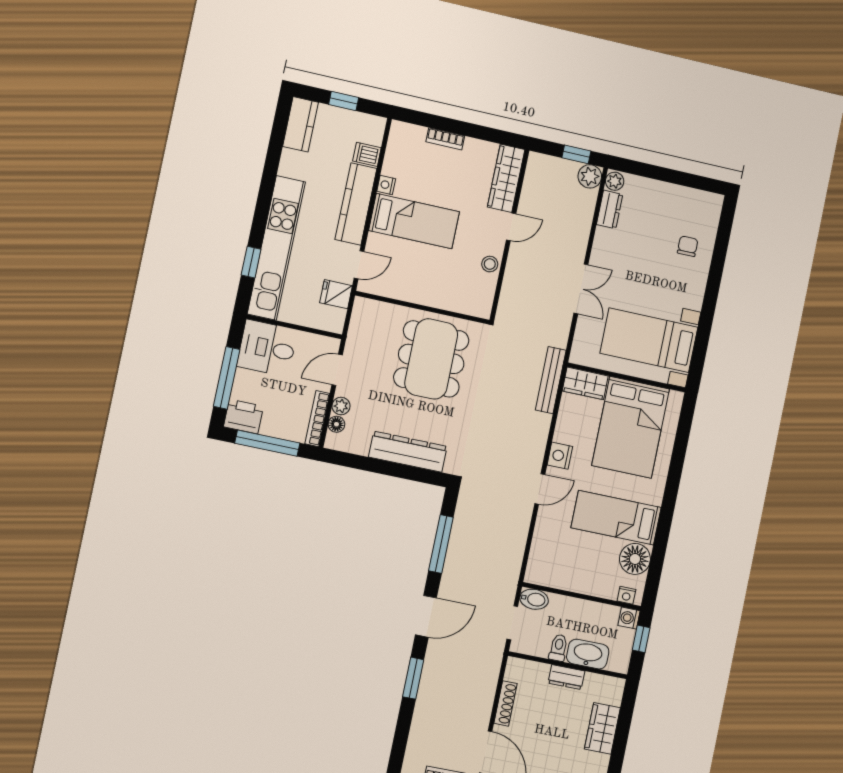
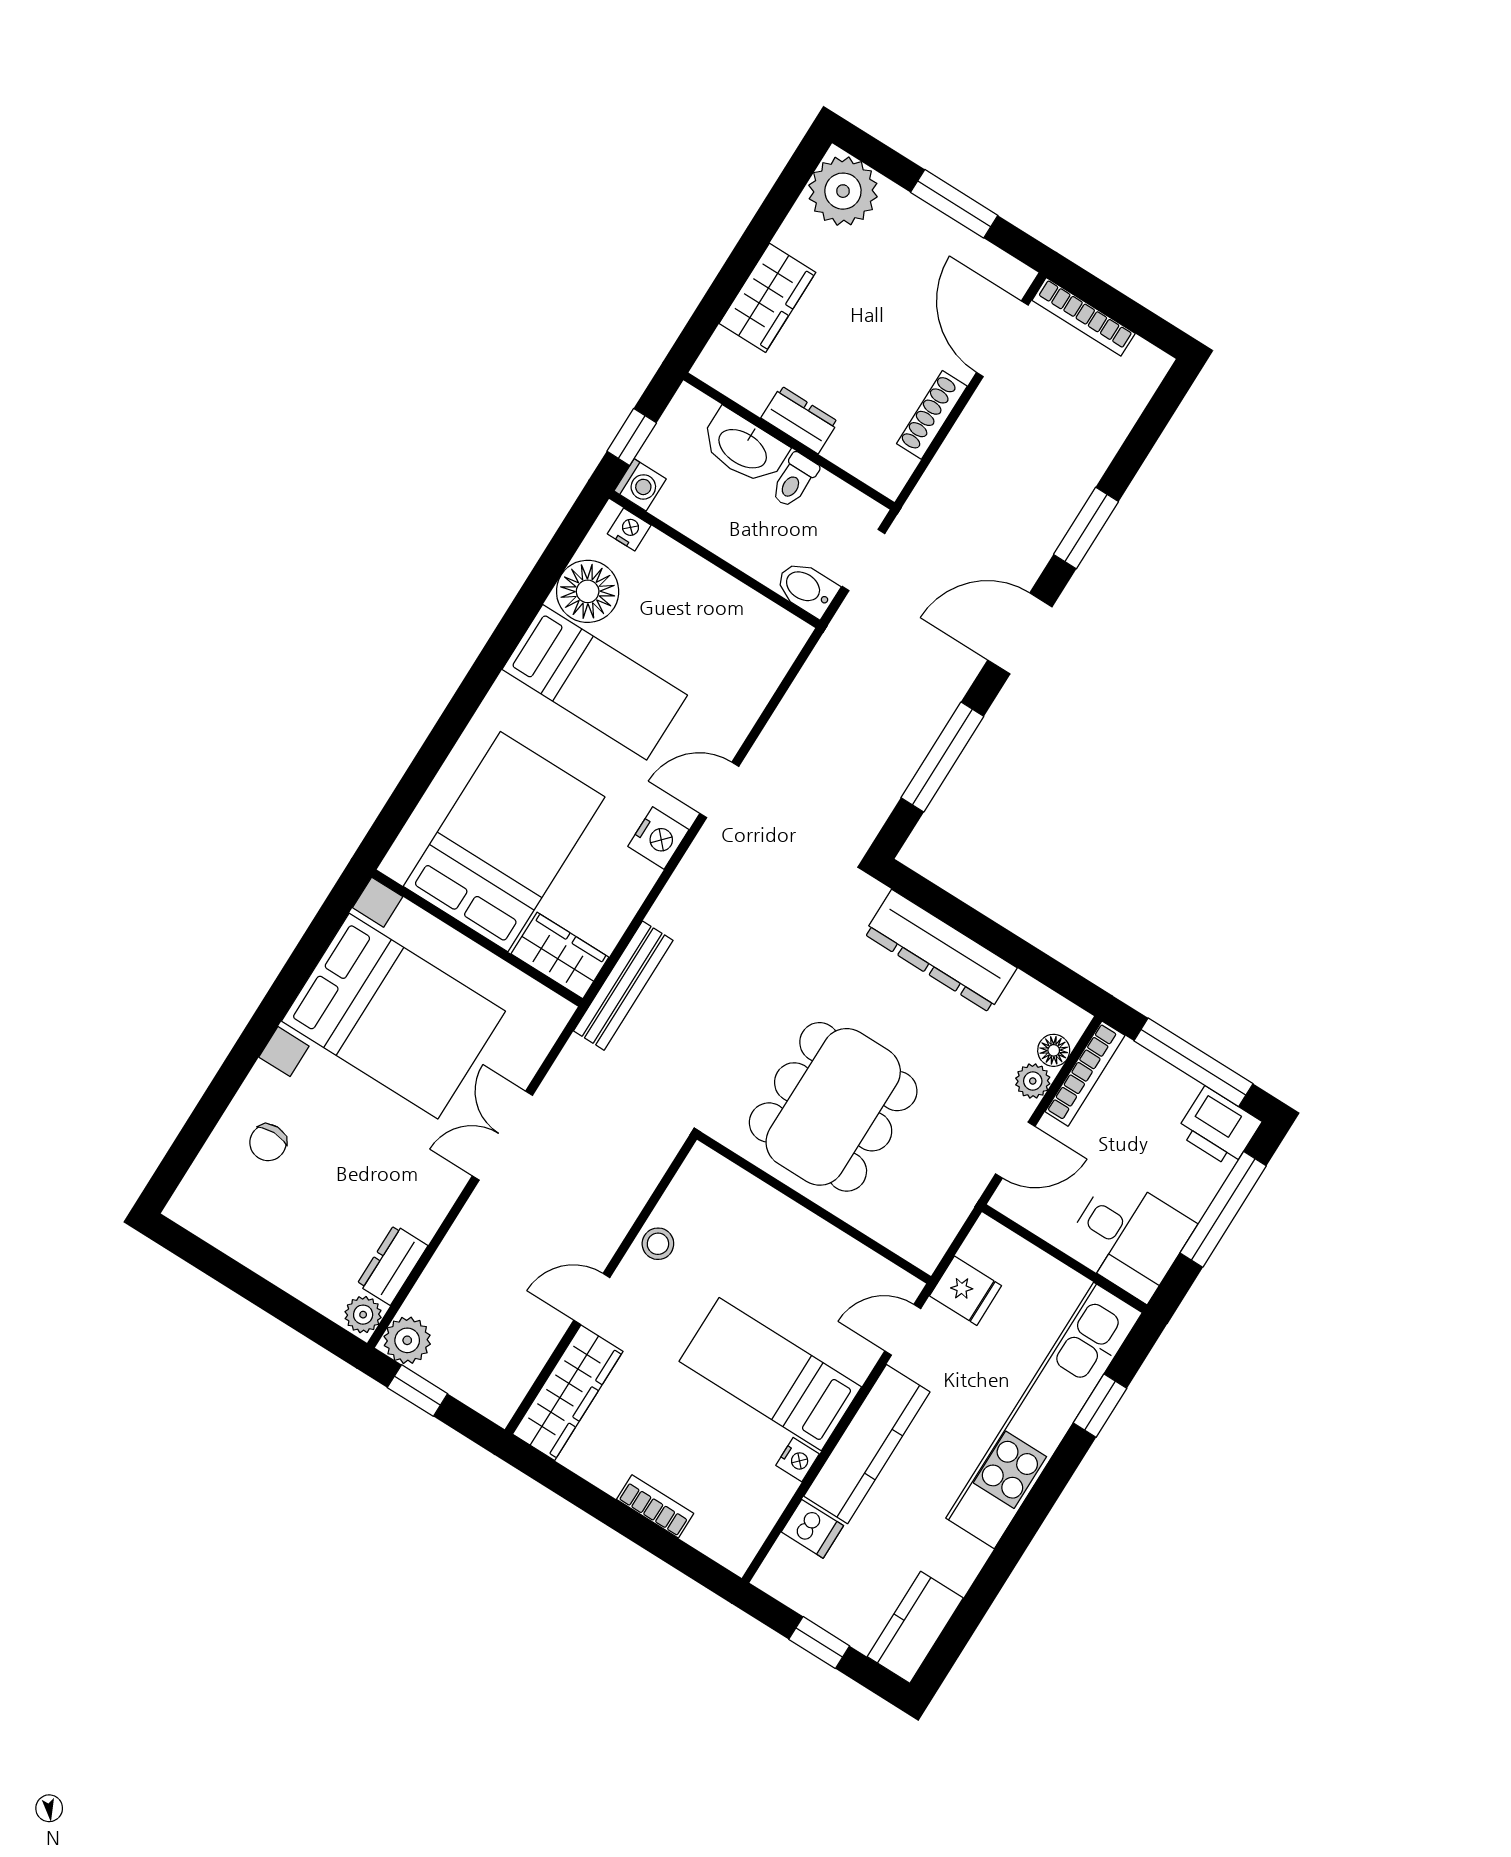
bed with nightstands: (649, 340) -> (393, 1016), width x1.36

